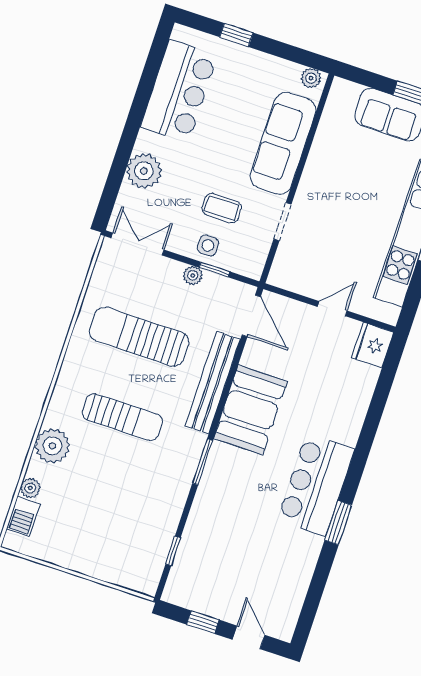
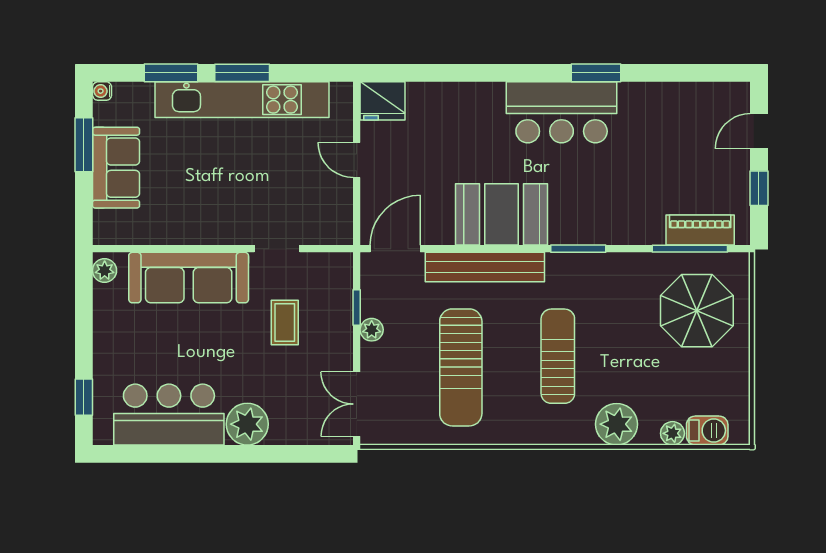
window: (236, 35) -> (84, 397), moved
plant: (144, 171) -> (247, 424), moved
side table: (208, 245) -> (332, 324), removed
parasol: (122, 540) -> (697, 311), added
window: (173, 551) -> (690, 249), width x2.17
piano: (185, 564) -> (700, 230), added

